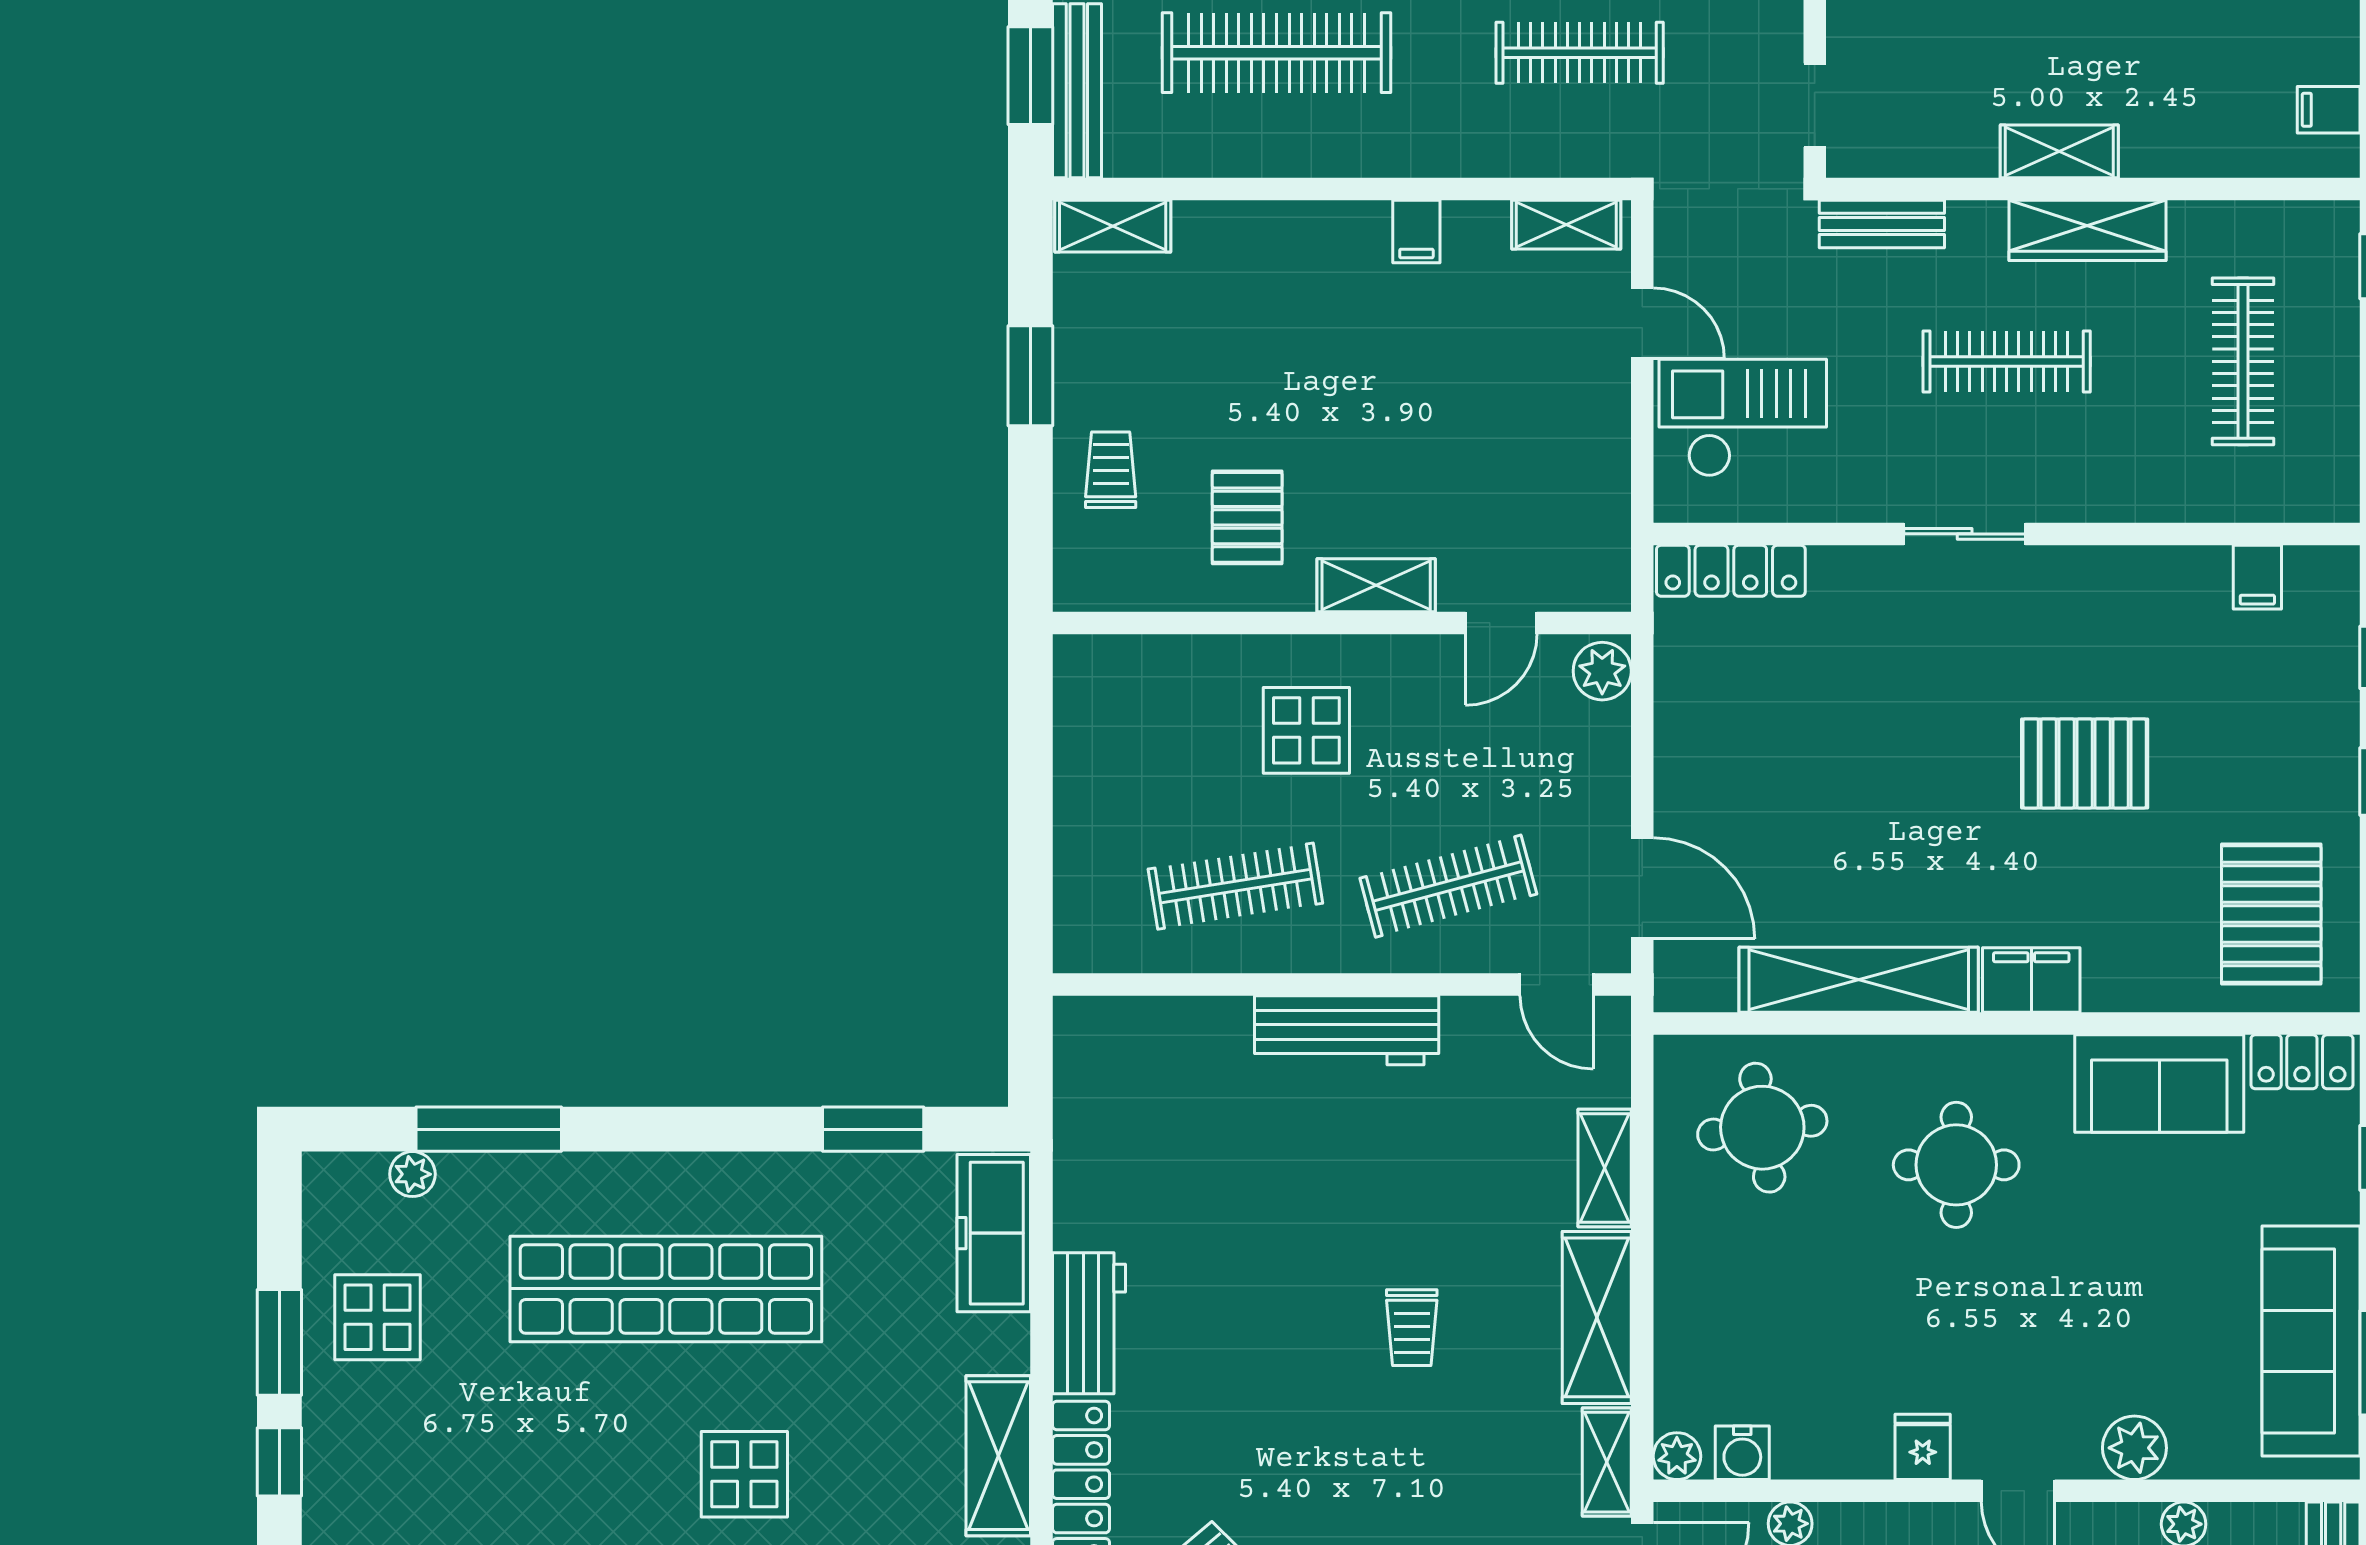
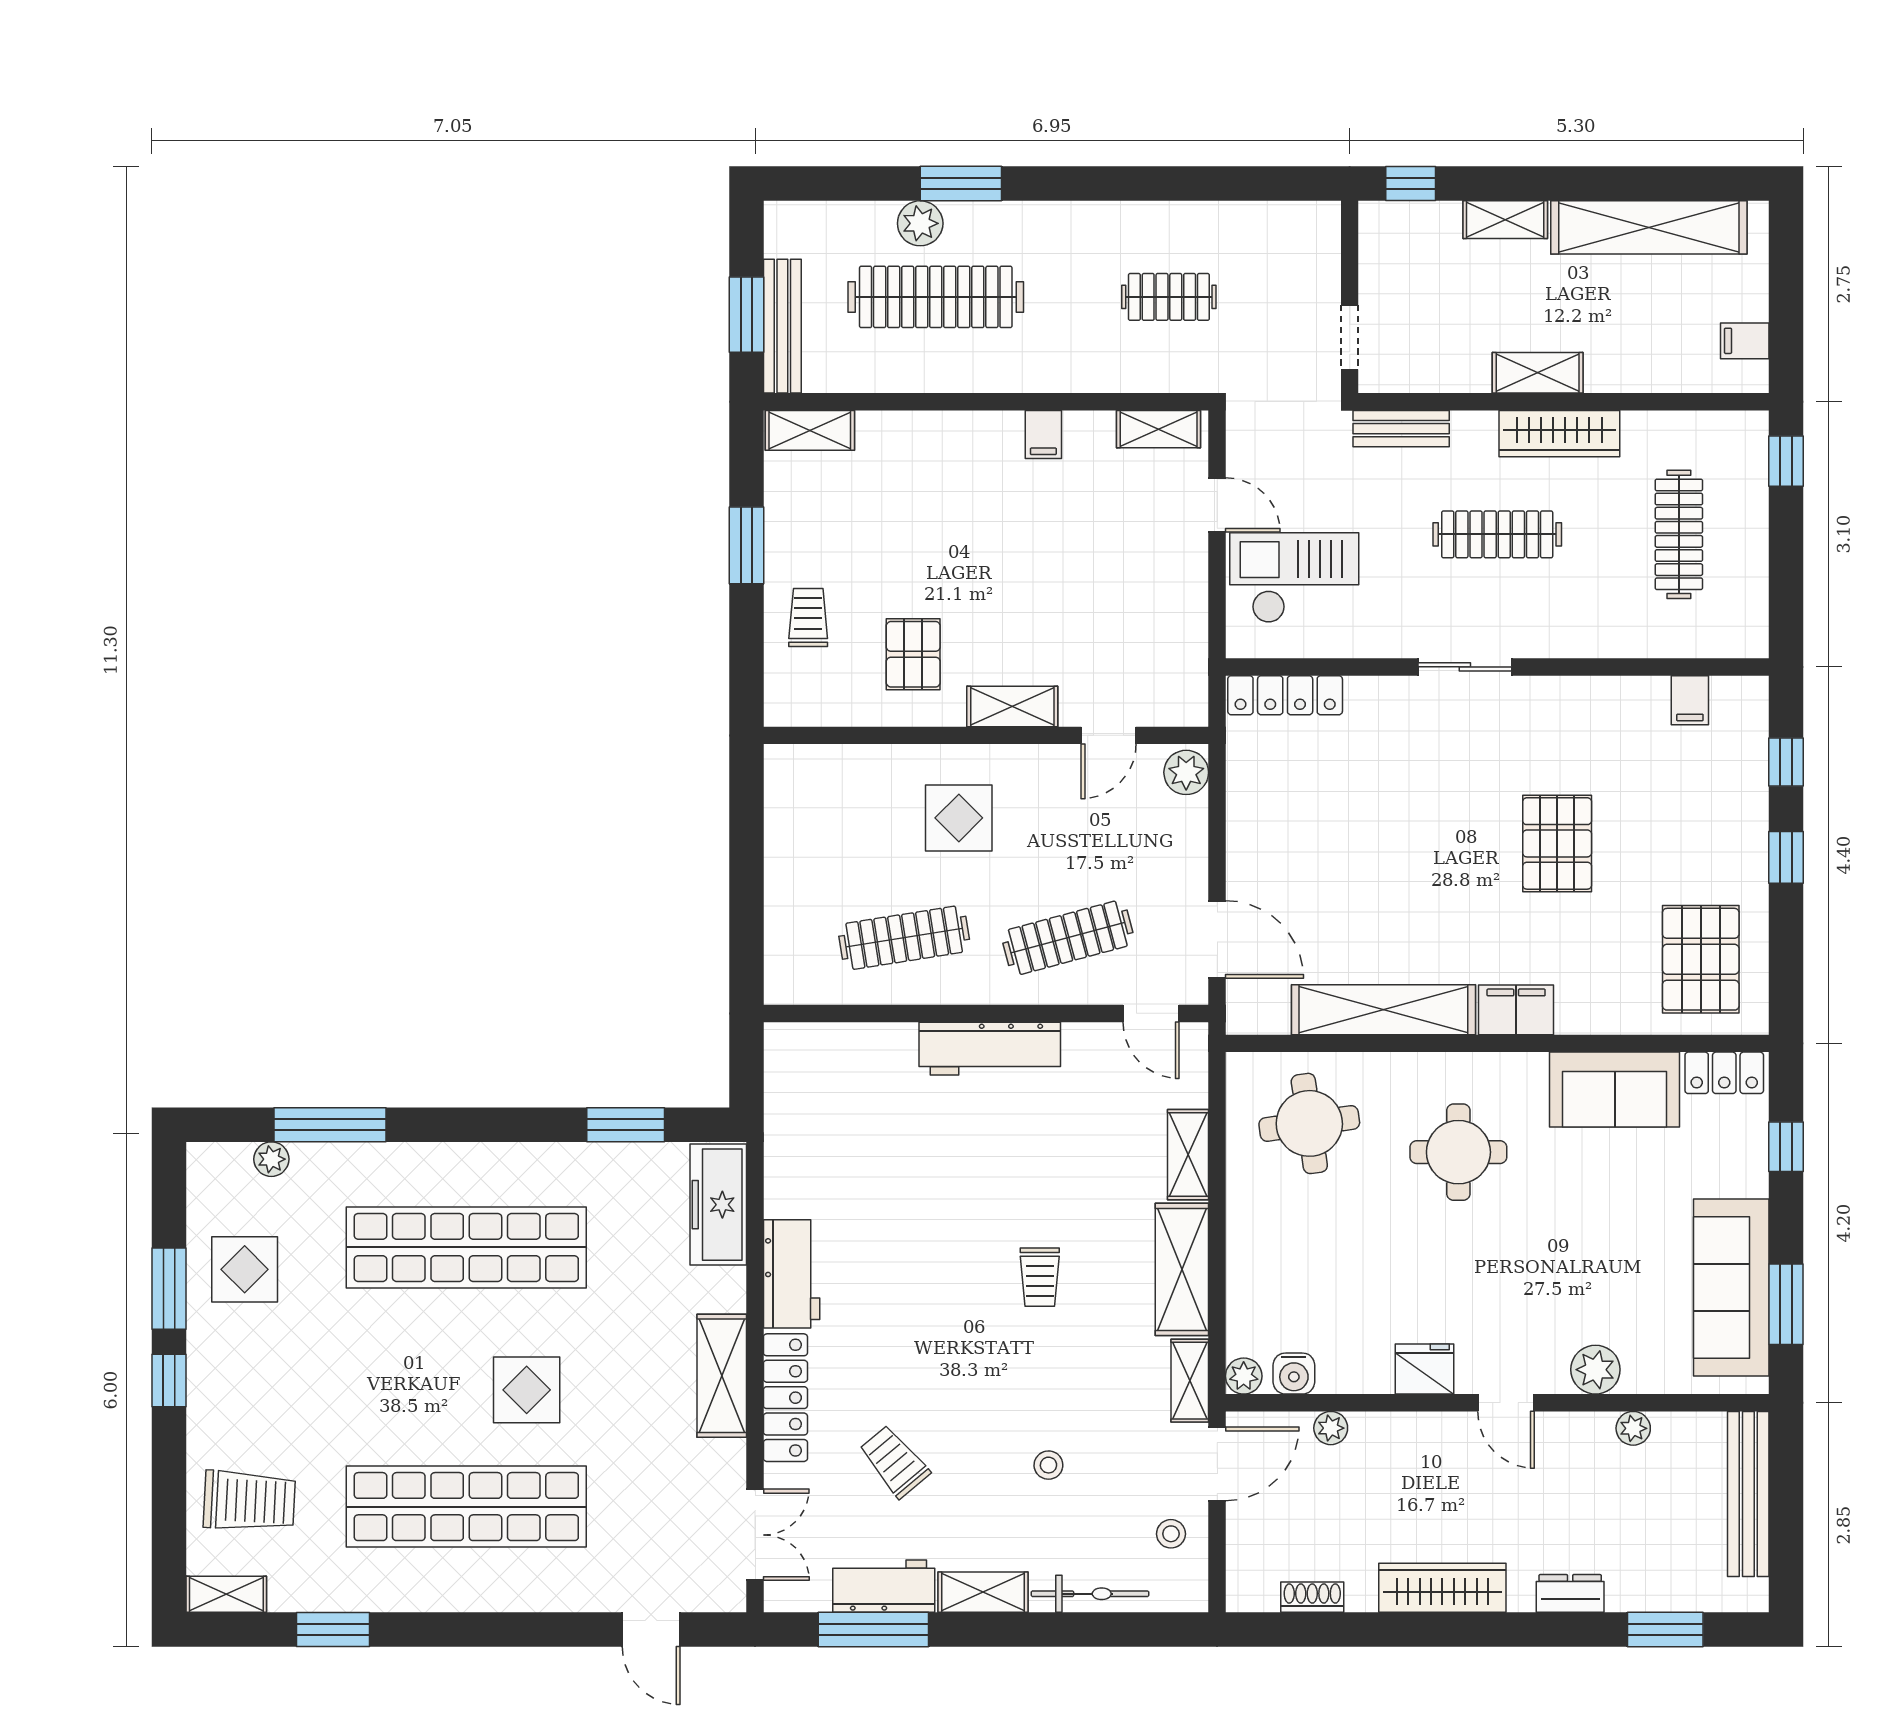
clothes rail: (1580, 53) -> (1169, 297), width x0.73
pallet: (2085, 763) -> (1557, 843), turned 90
fridge: (1923, 1447) -> (1424, 1369), width x1.38

